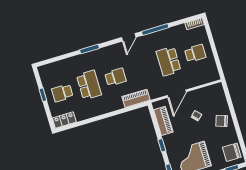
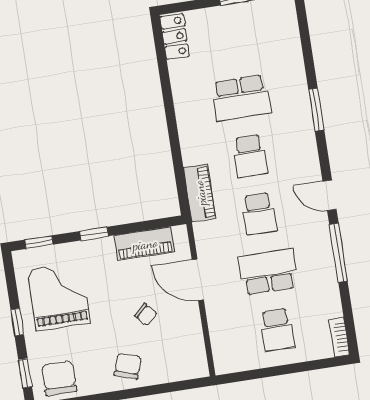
school desk: (62, 93) -> (259, 214), moved, turned 180

